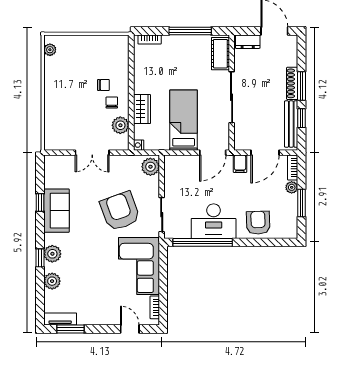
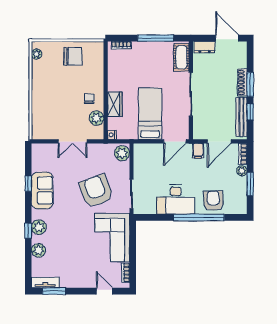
chair: (103, 85) -> (73, 56), moved, width x1.87, depth x1.87
window: (203, 242) -> (199, 217), moved

